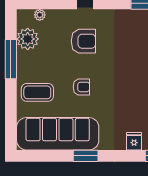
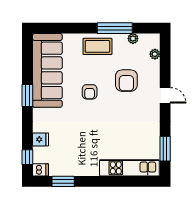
plant: (28, 39) -> (133, 39), width x0.53, depth x0.53
armchair: (83, 41) -> (126, 81), moved
coffee table: (37, 92) -> (97, 46), moved, turned 90

